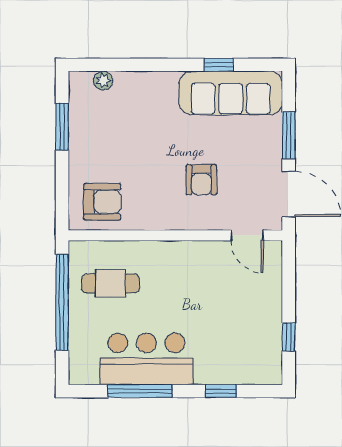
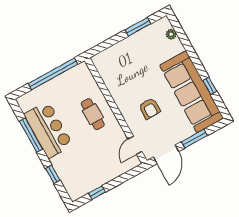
sofa: (231, 93) -> (192, 92), width x1.36, depth x1.27
armchair: (201, 180) -> (150, 108), turned -90
armchair: (102, 202) -> (112, 66), removed
cafe table: (110, 283) -> (93, 114), moved

